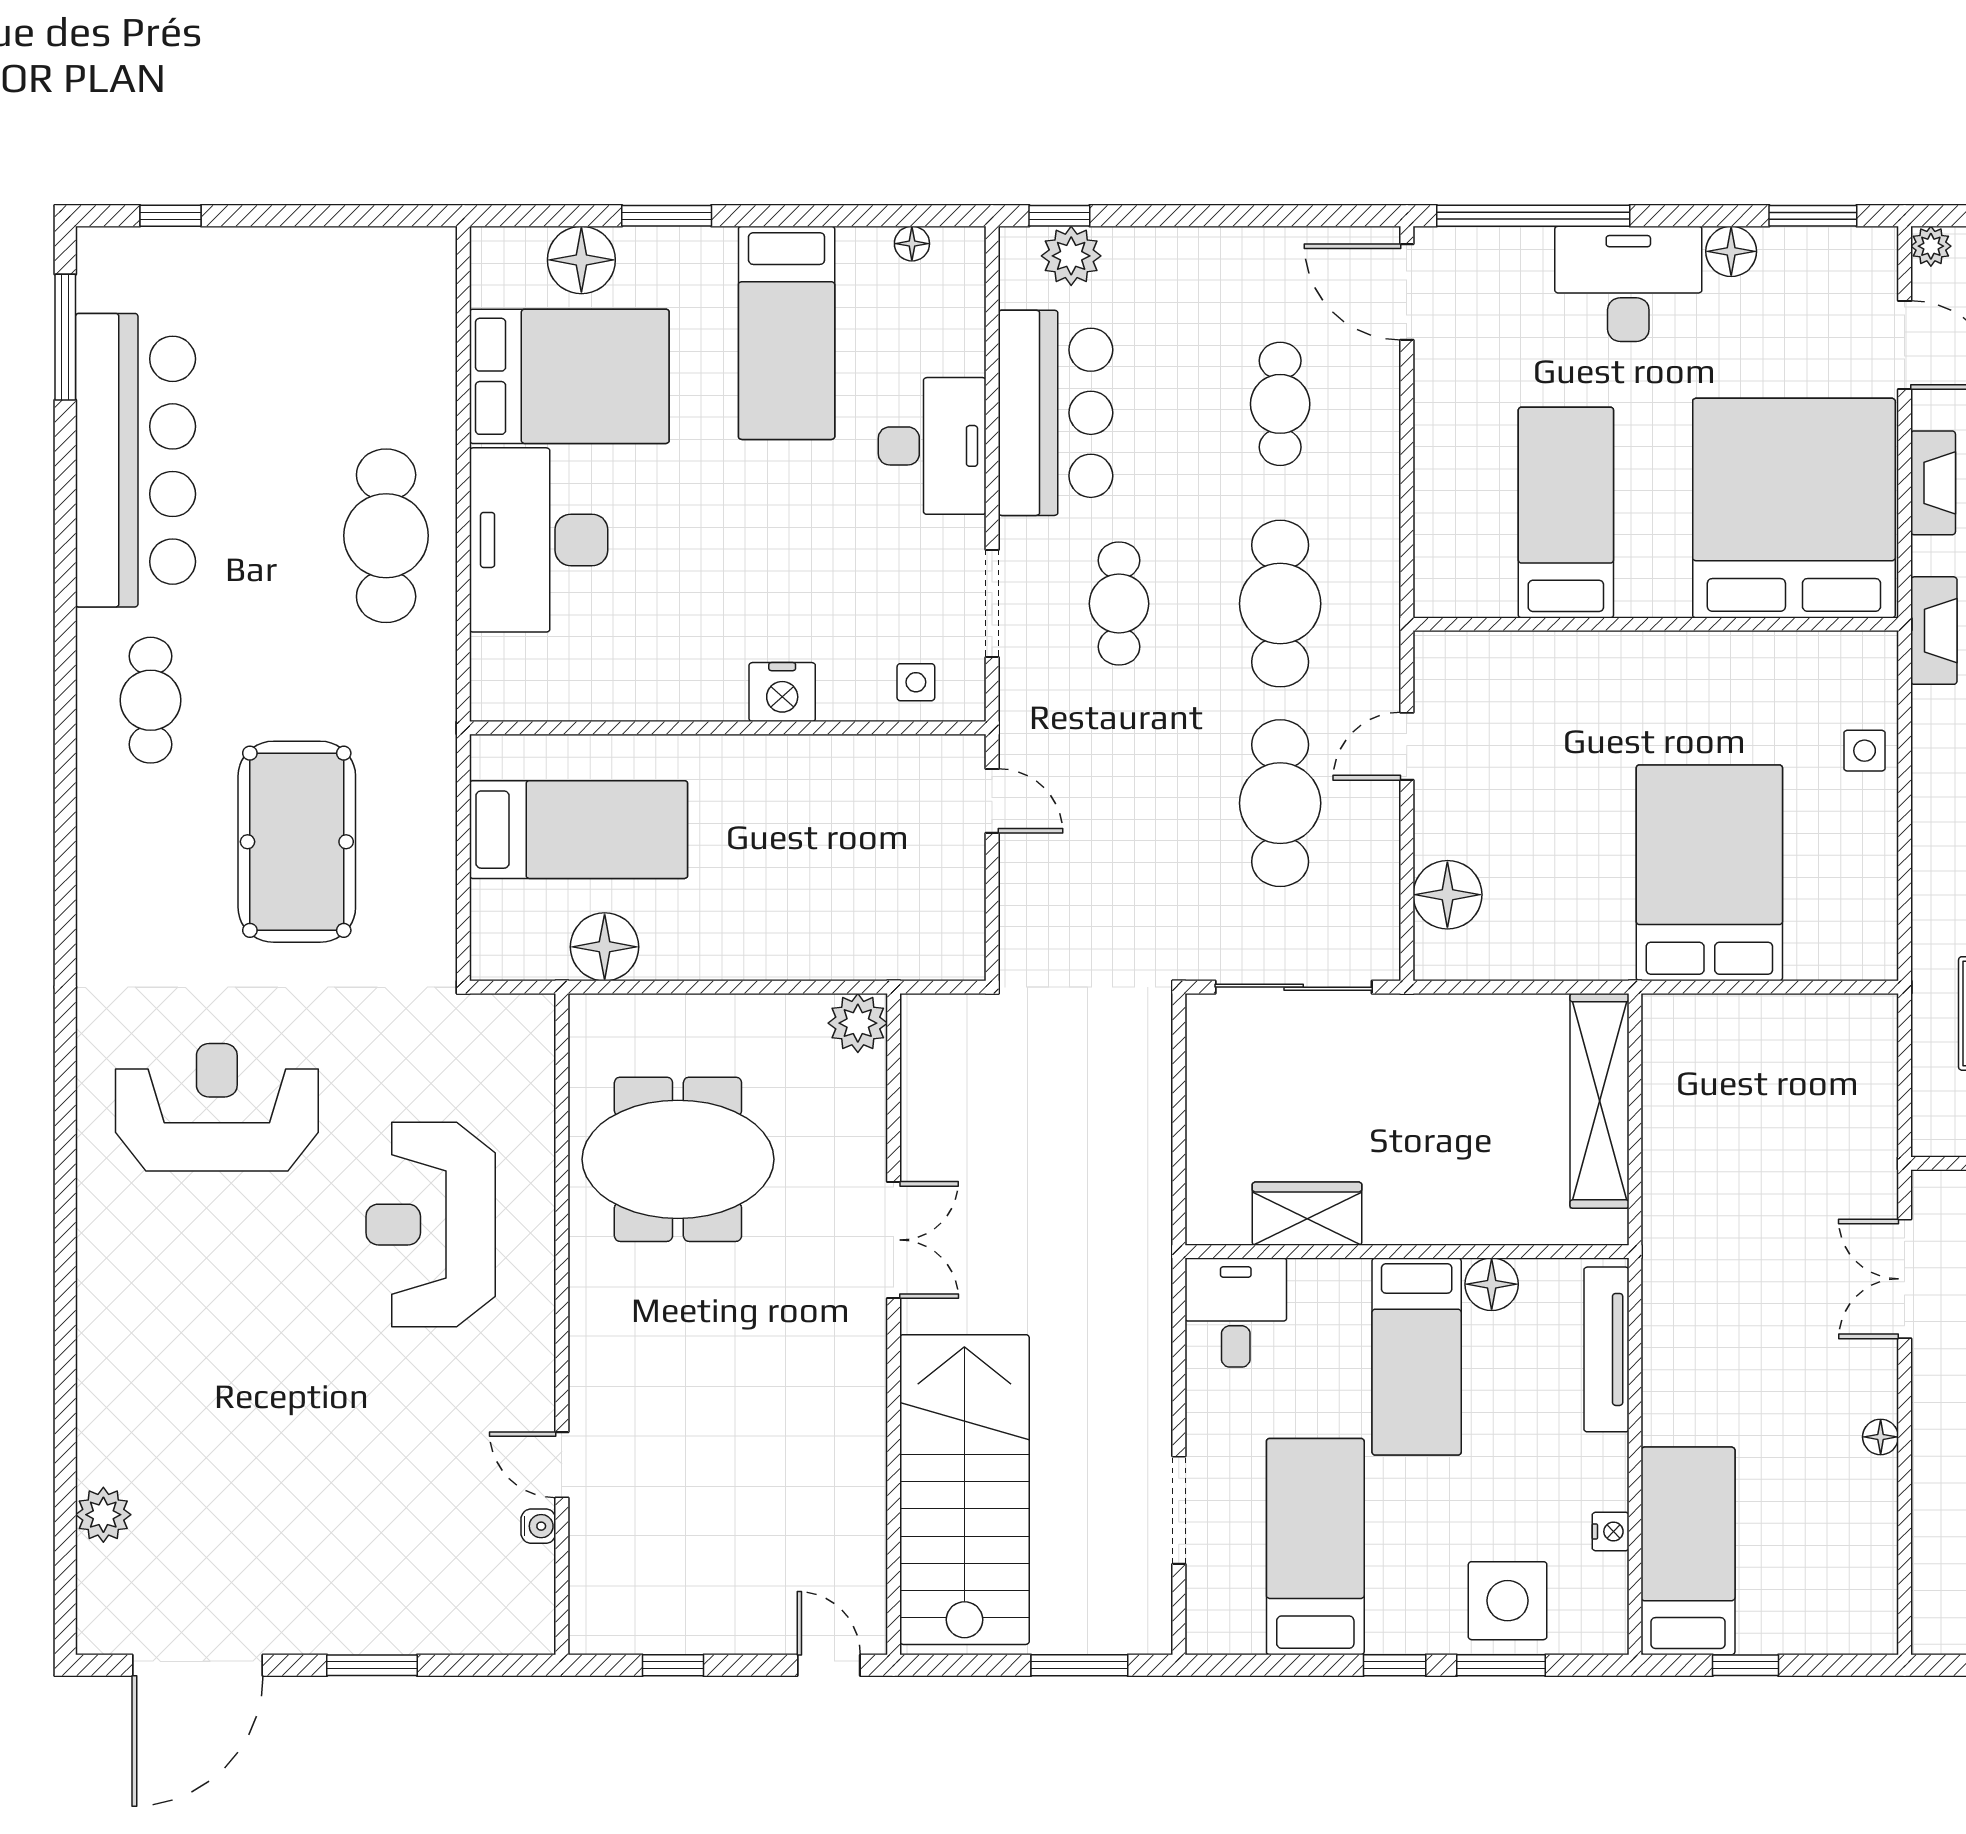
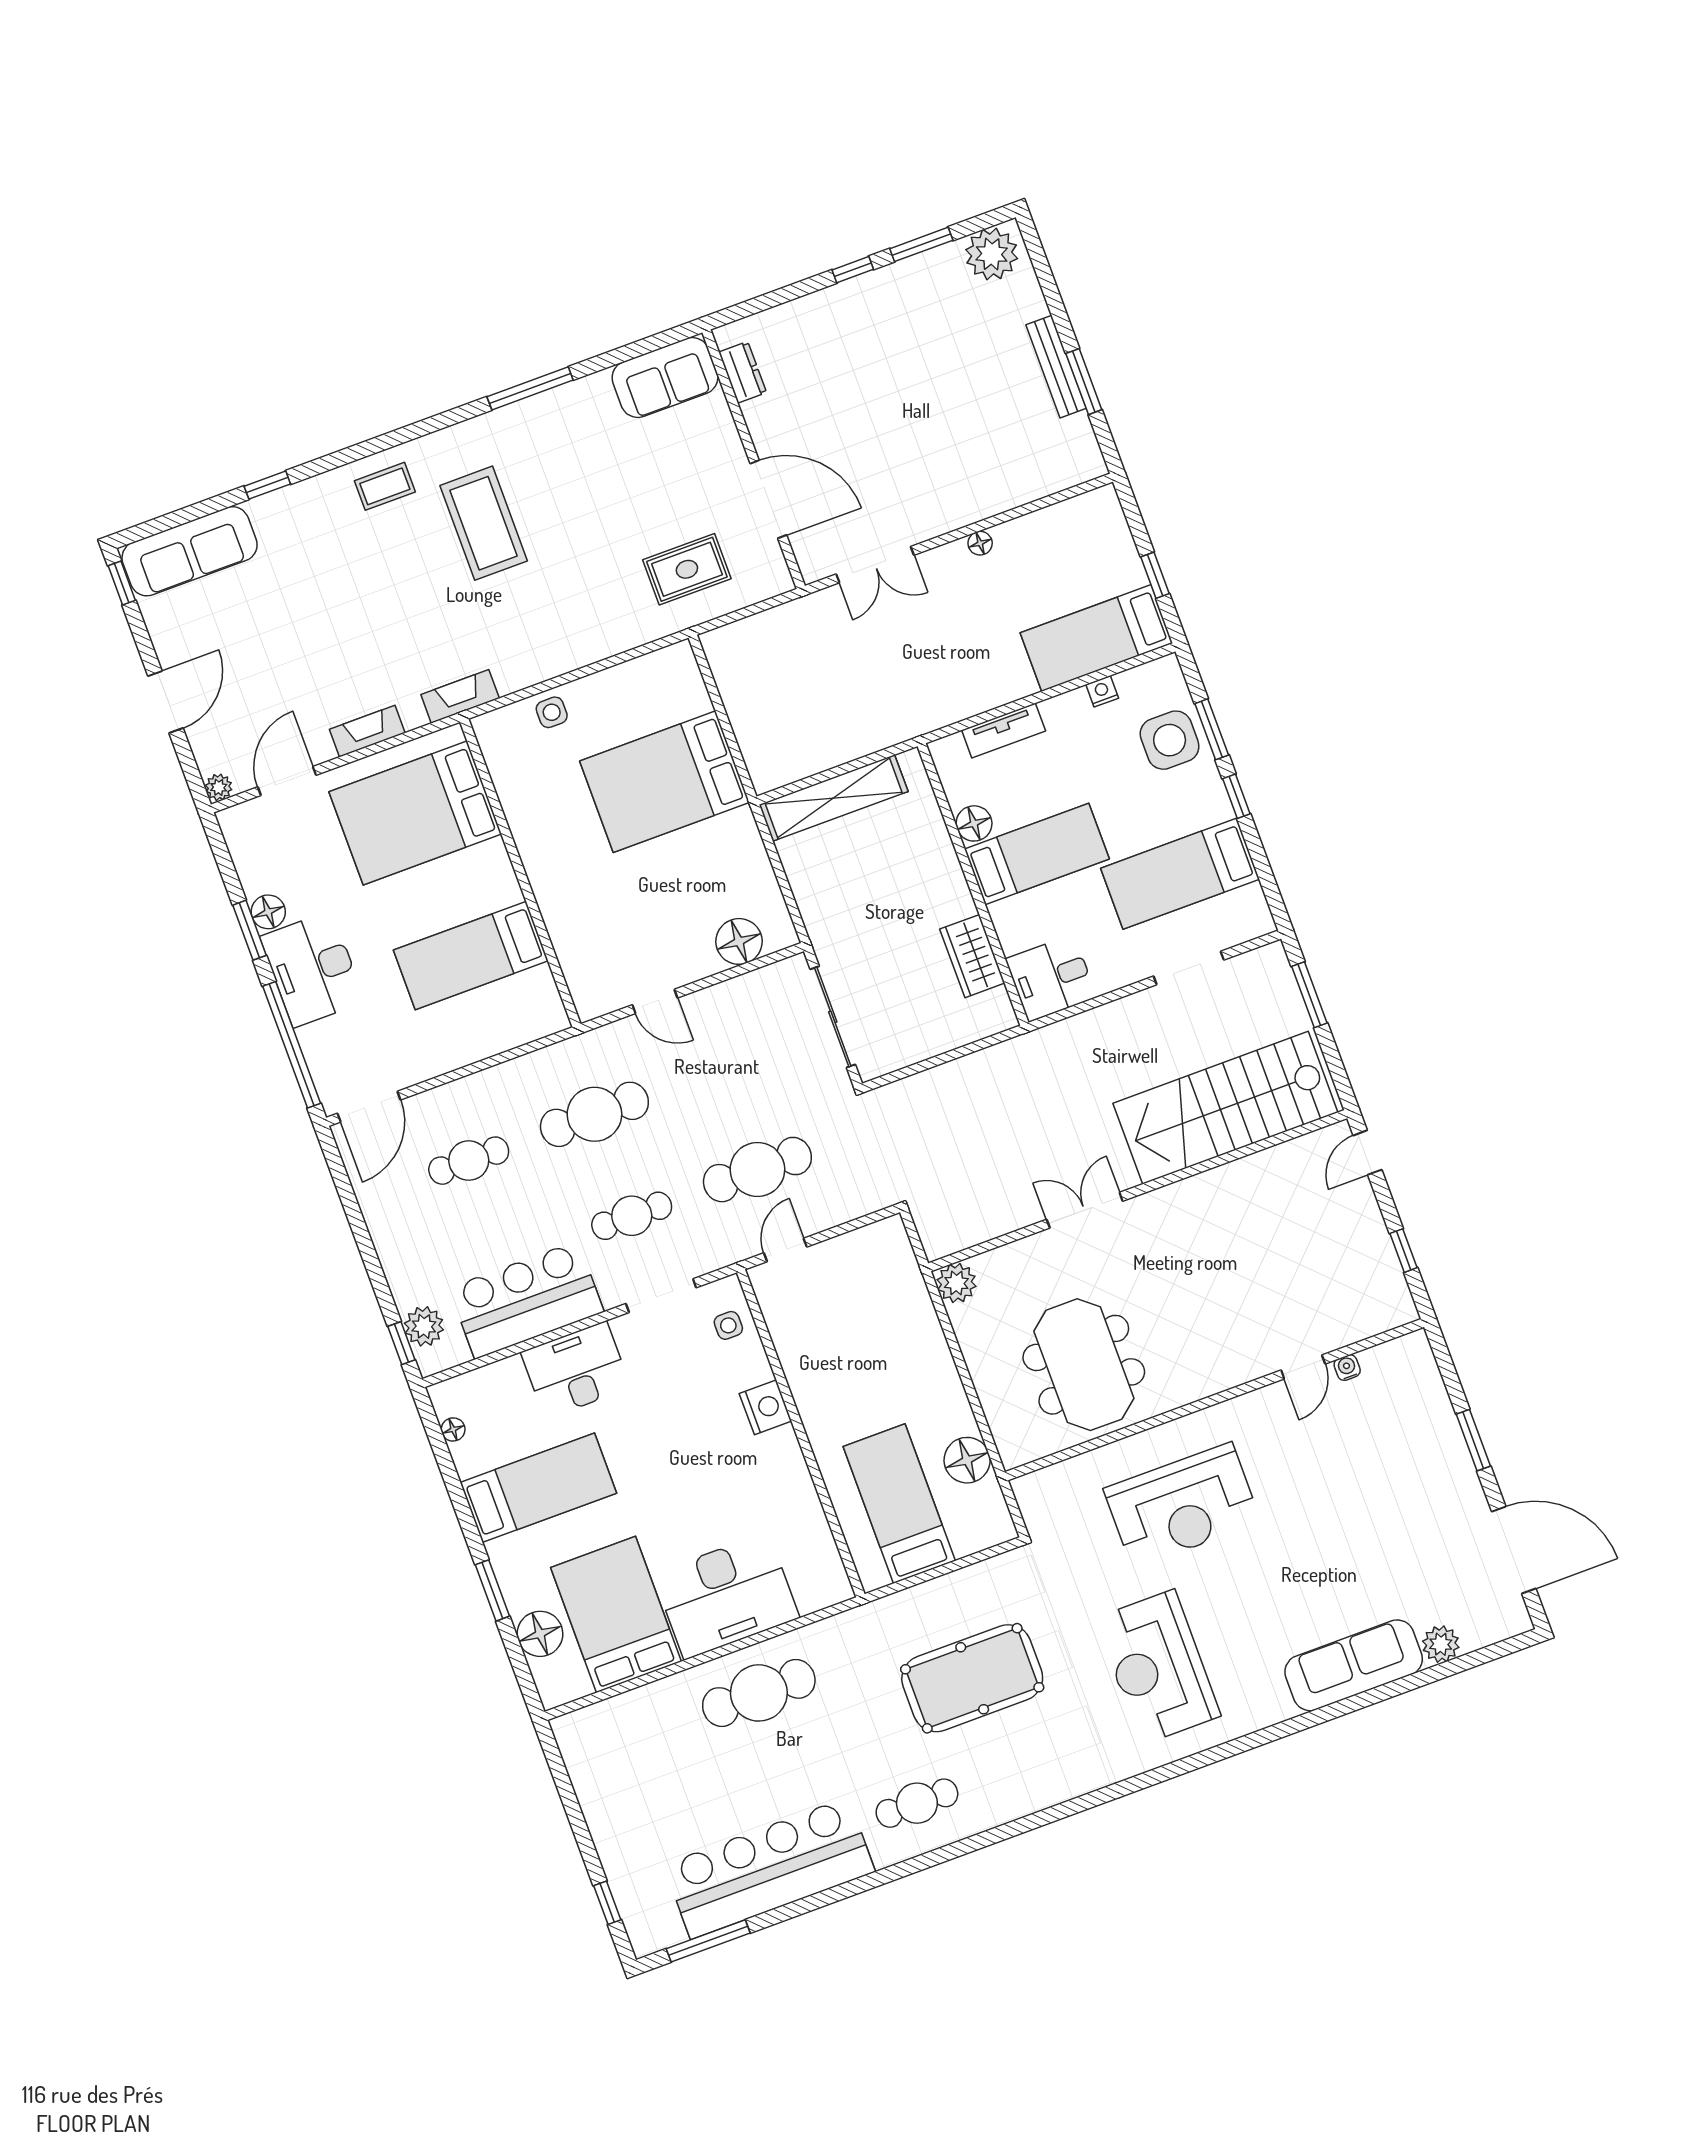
window: (1813, 216) -> (249, 930), moved
bed: (1794, 508) -> (415, 813), width x0.73
cafe table: (1280, 803) -> (757, 1170), moved
tv unit: (1606, 1349) -> (1004, 730), width x0.71
sofa: (118, 1382) -> (1354, 1665), added

